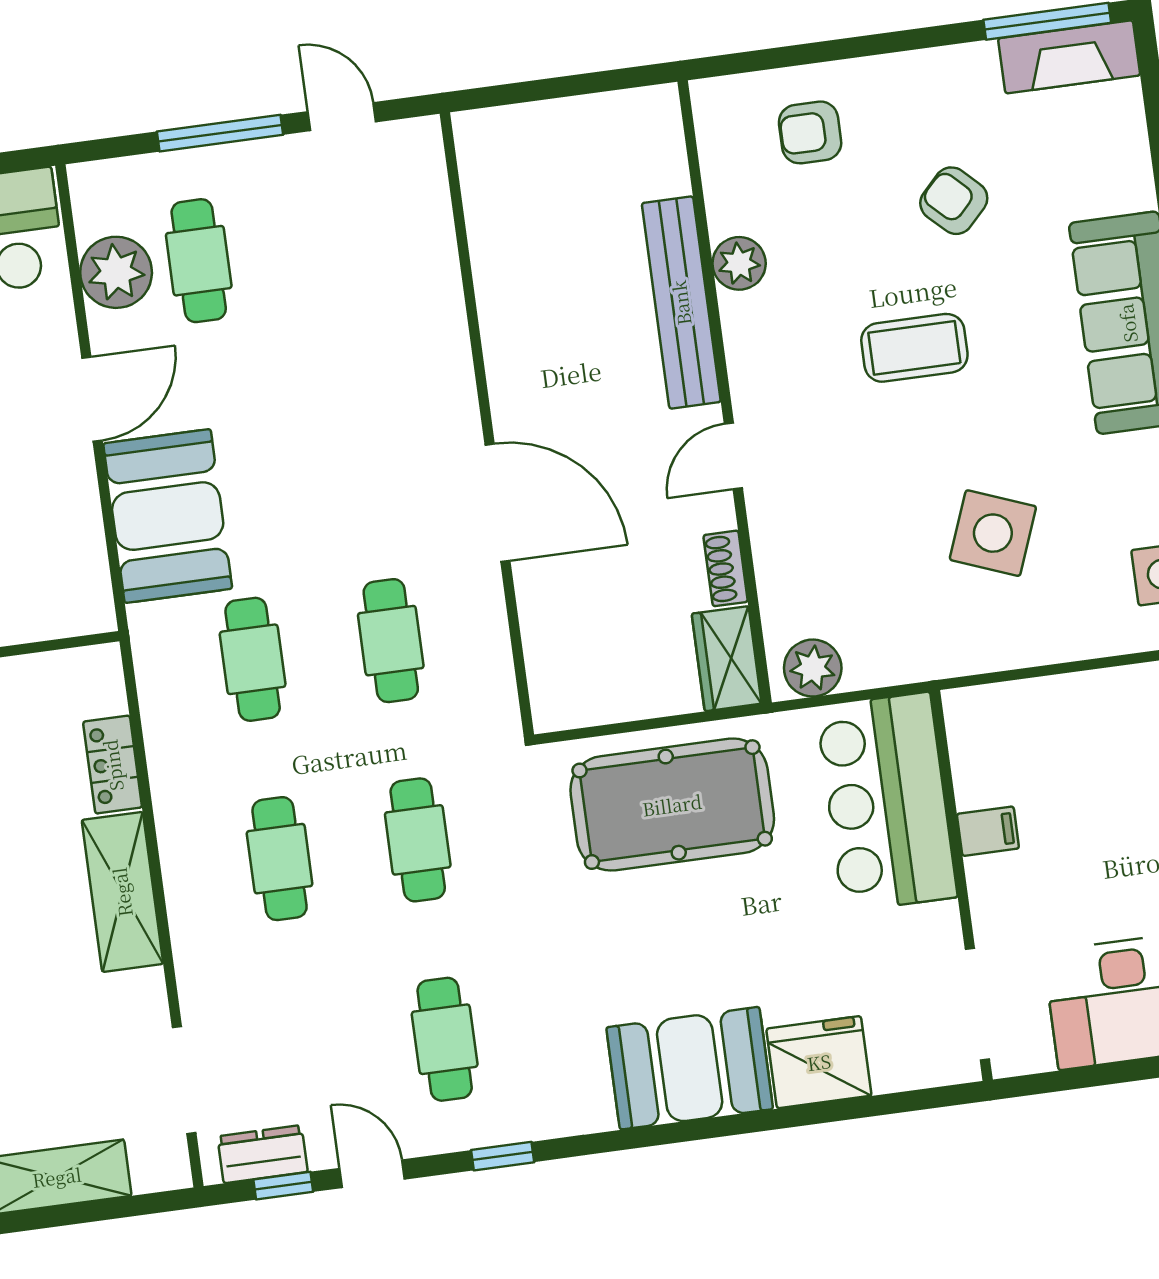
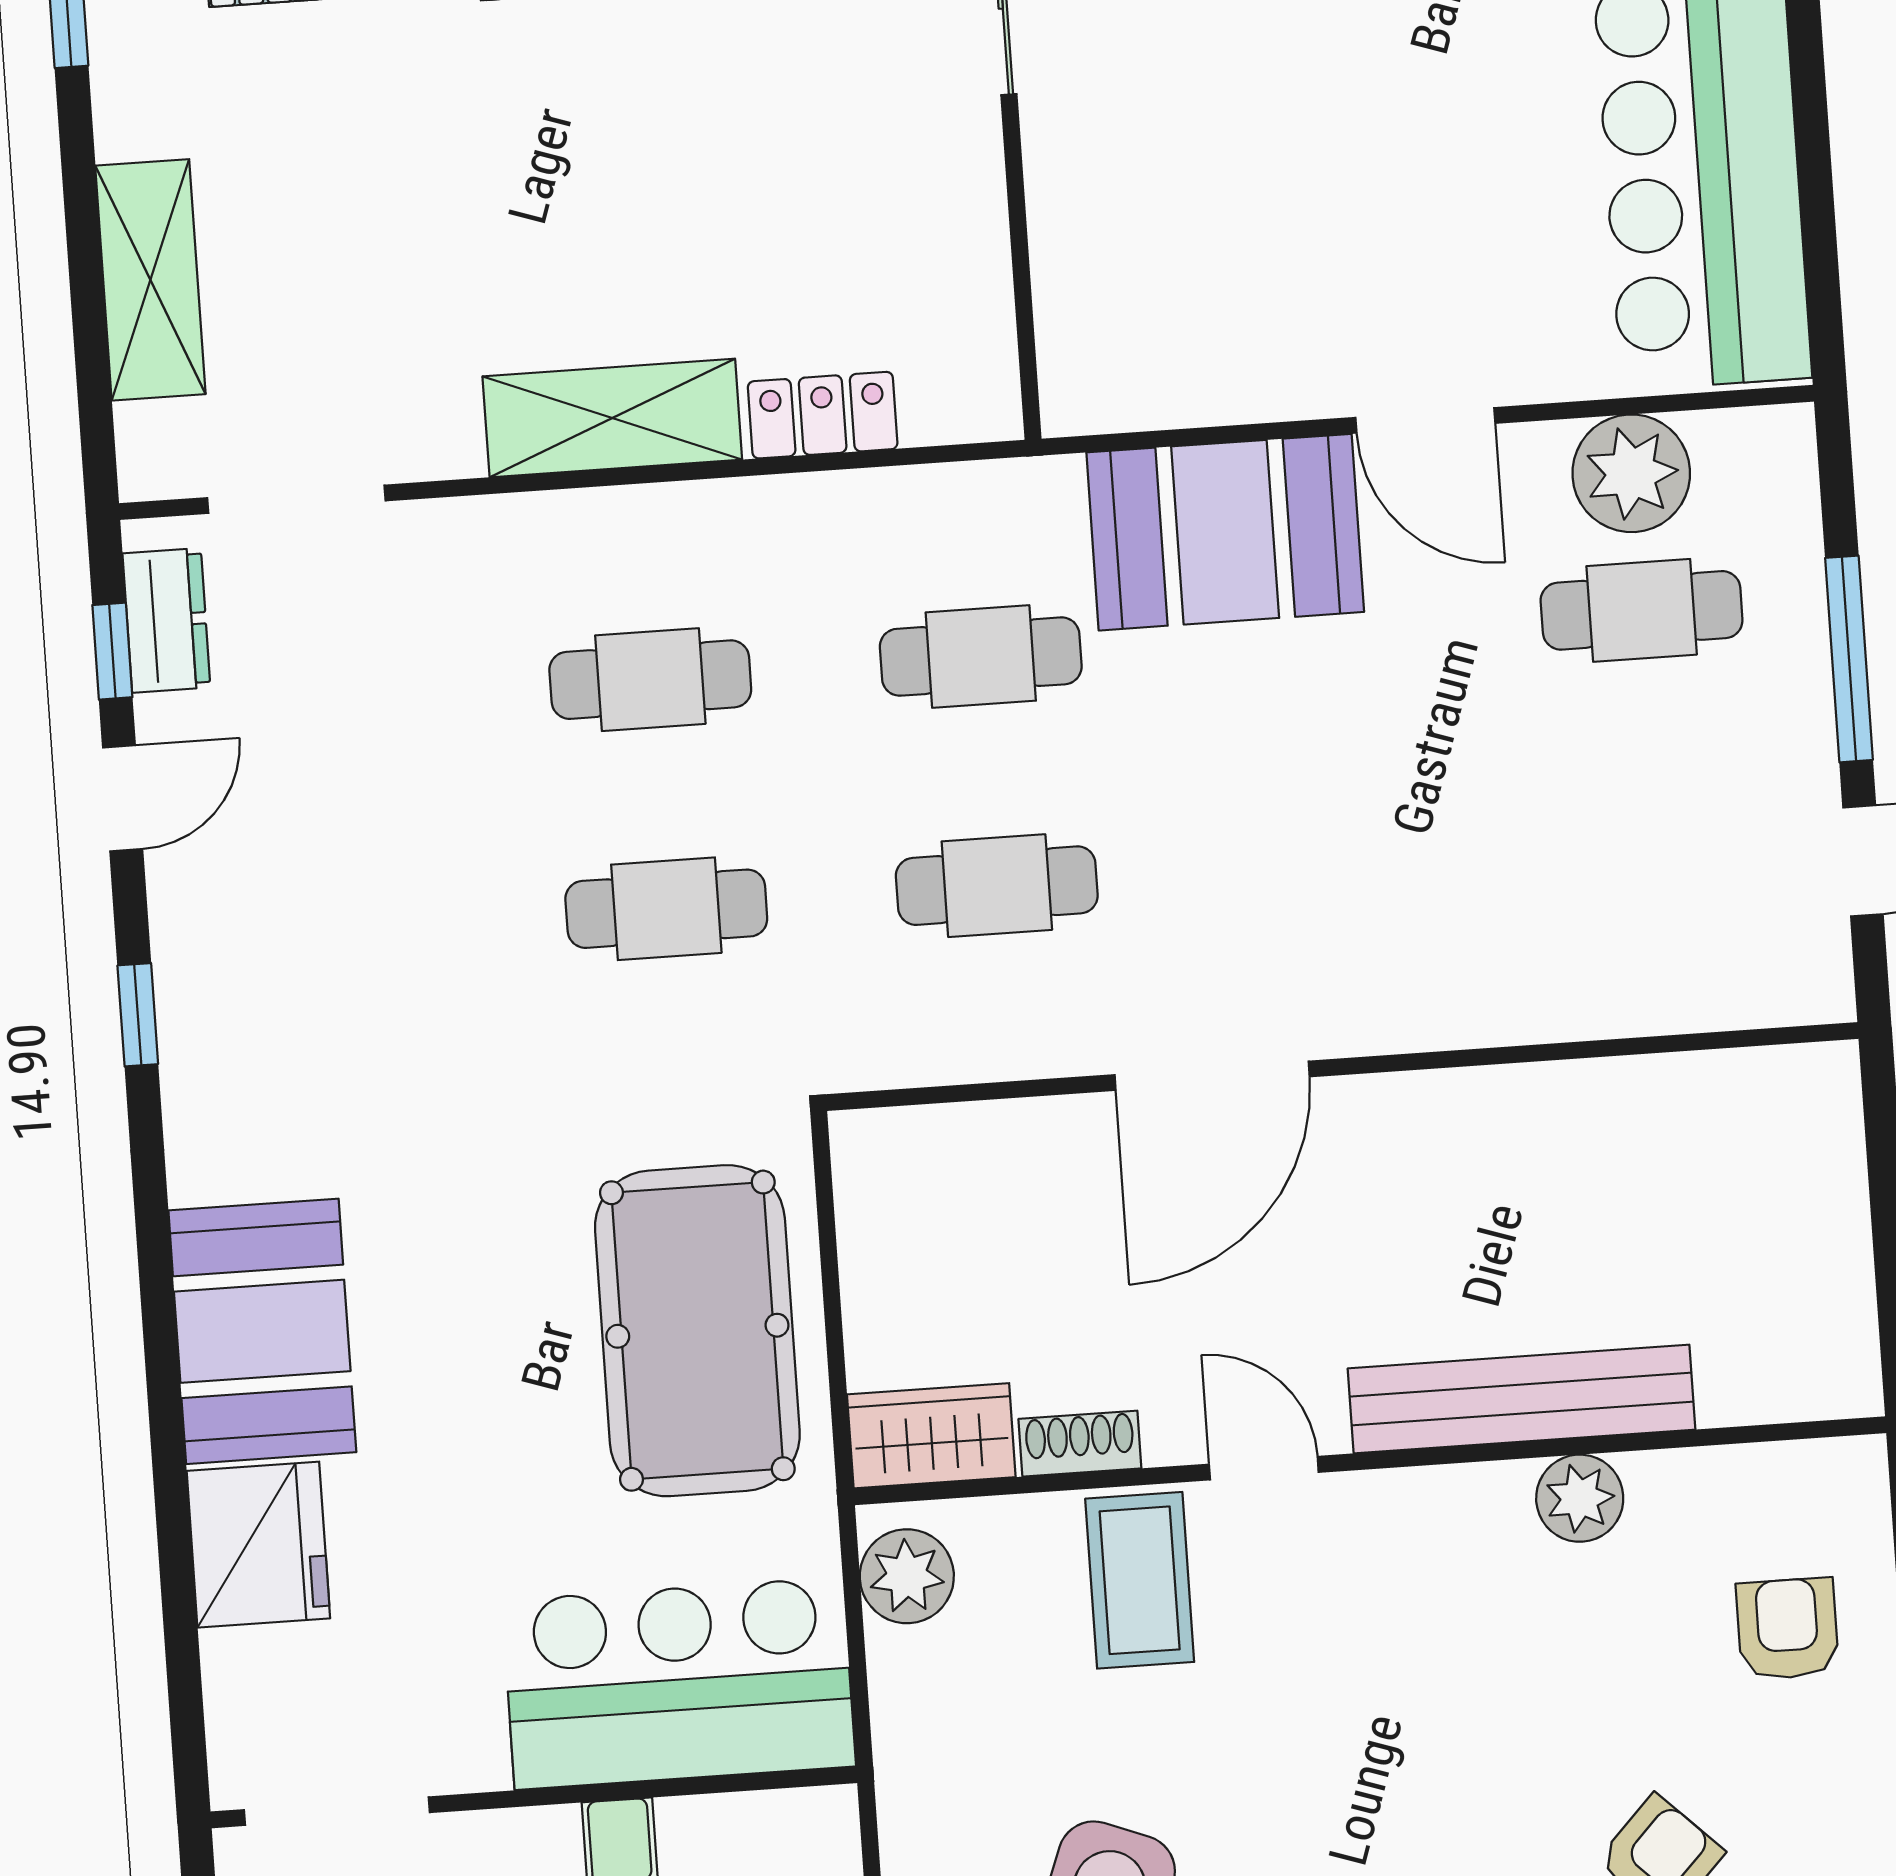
coffee table: (914, 348) -> (1140, 1580), moved
cafe table: (445, 1039) -> (336, 932), removed

